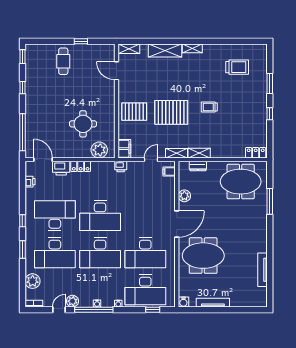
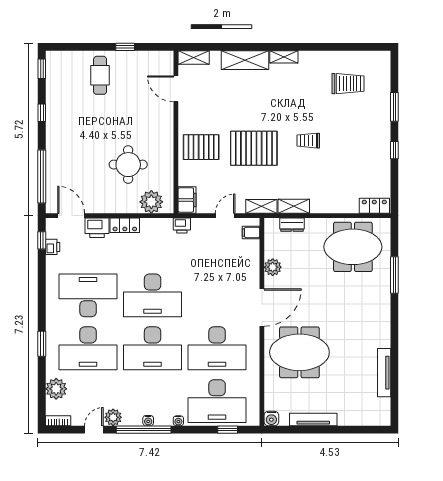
window: (22, 221) -> (42, 240), moved

